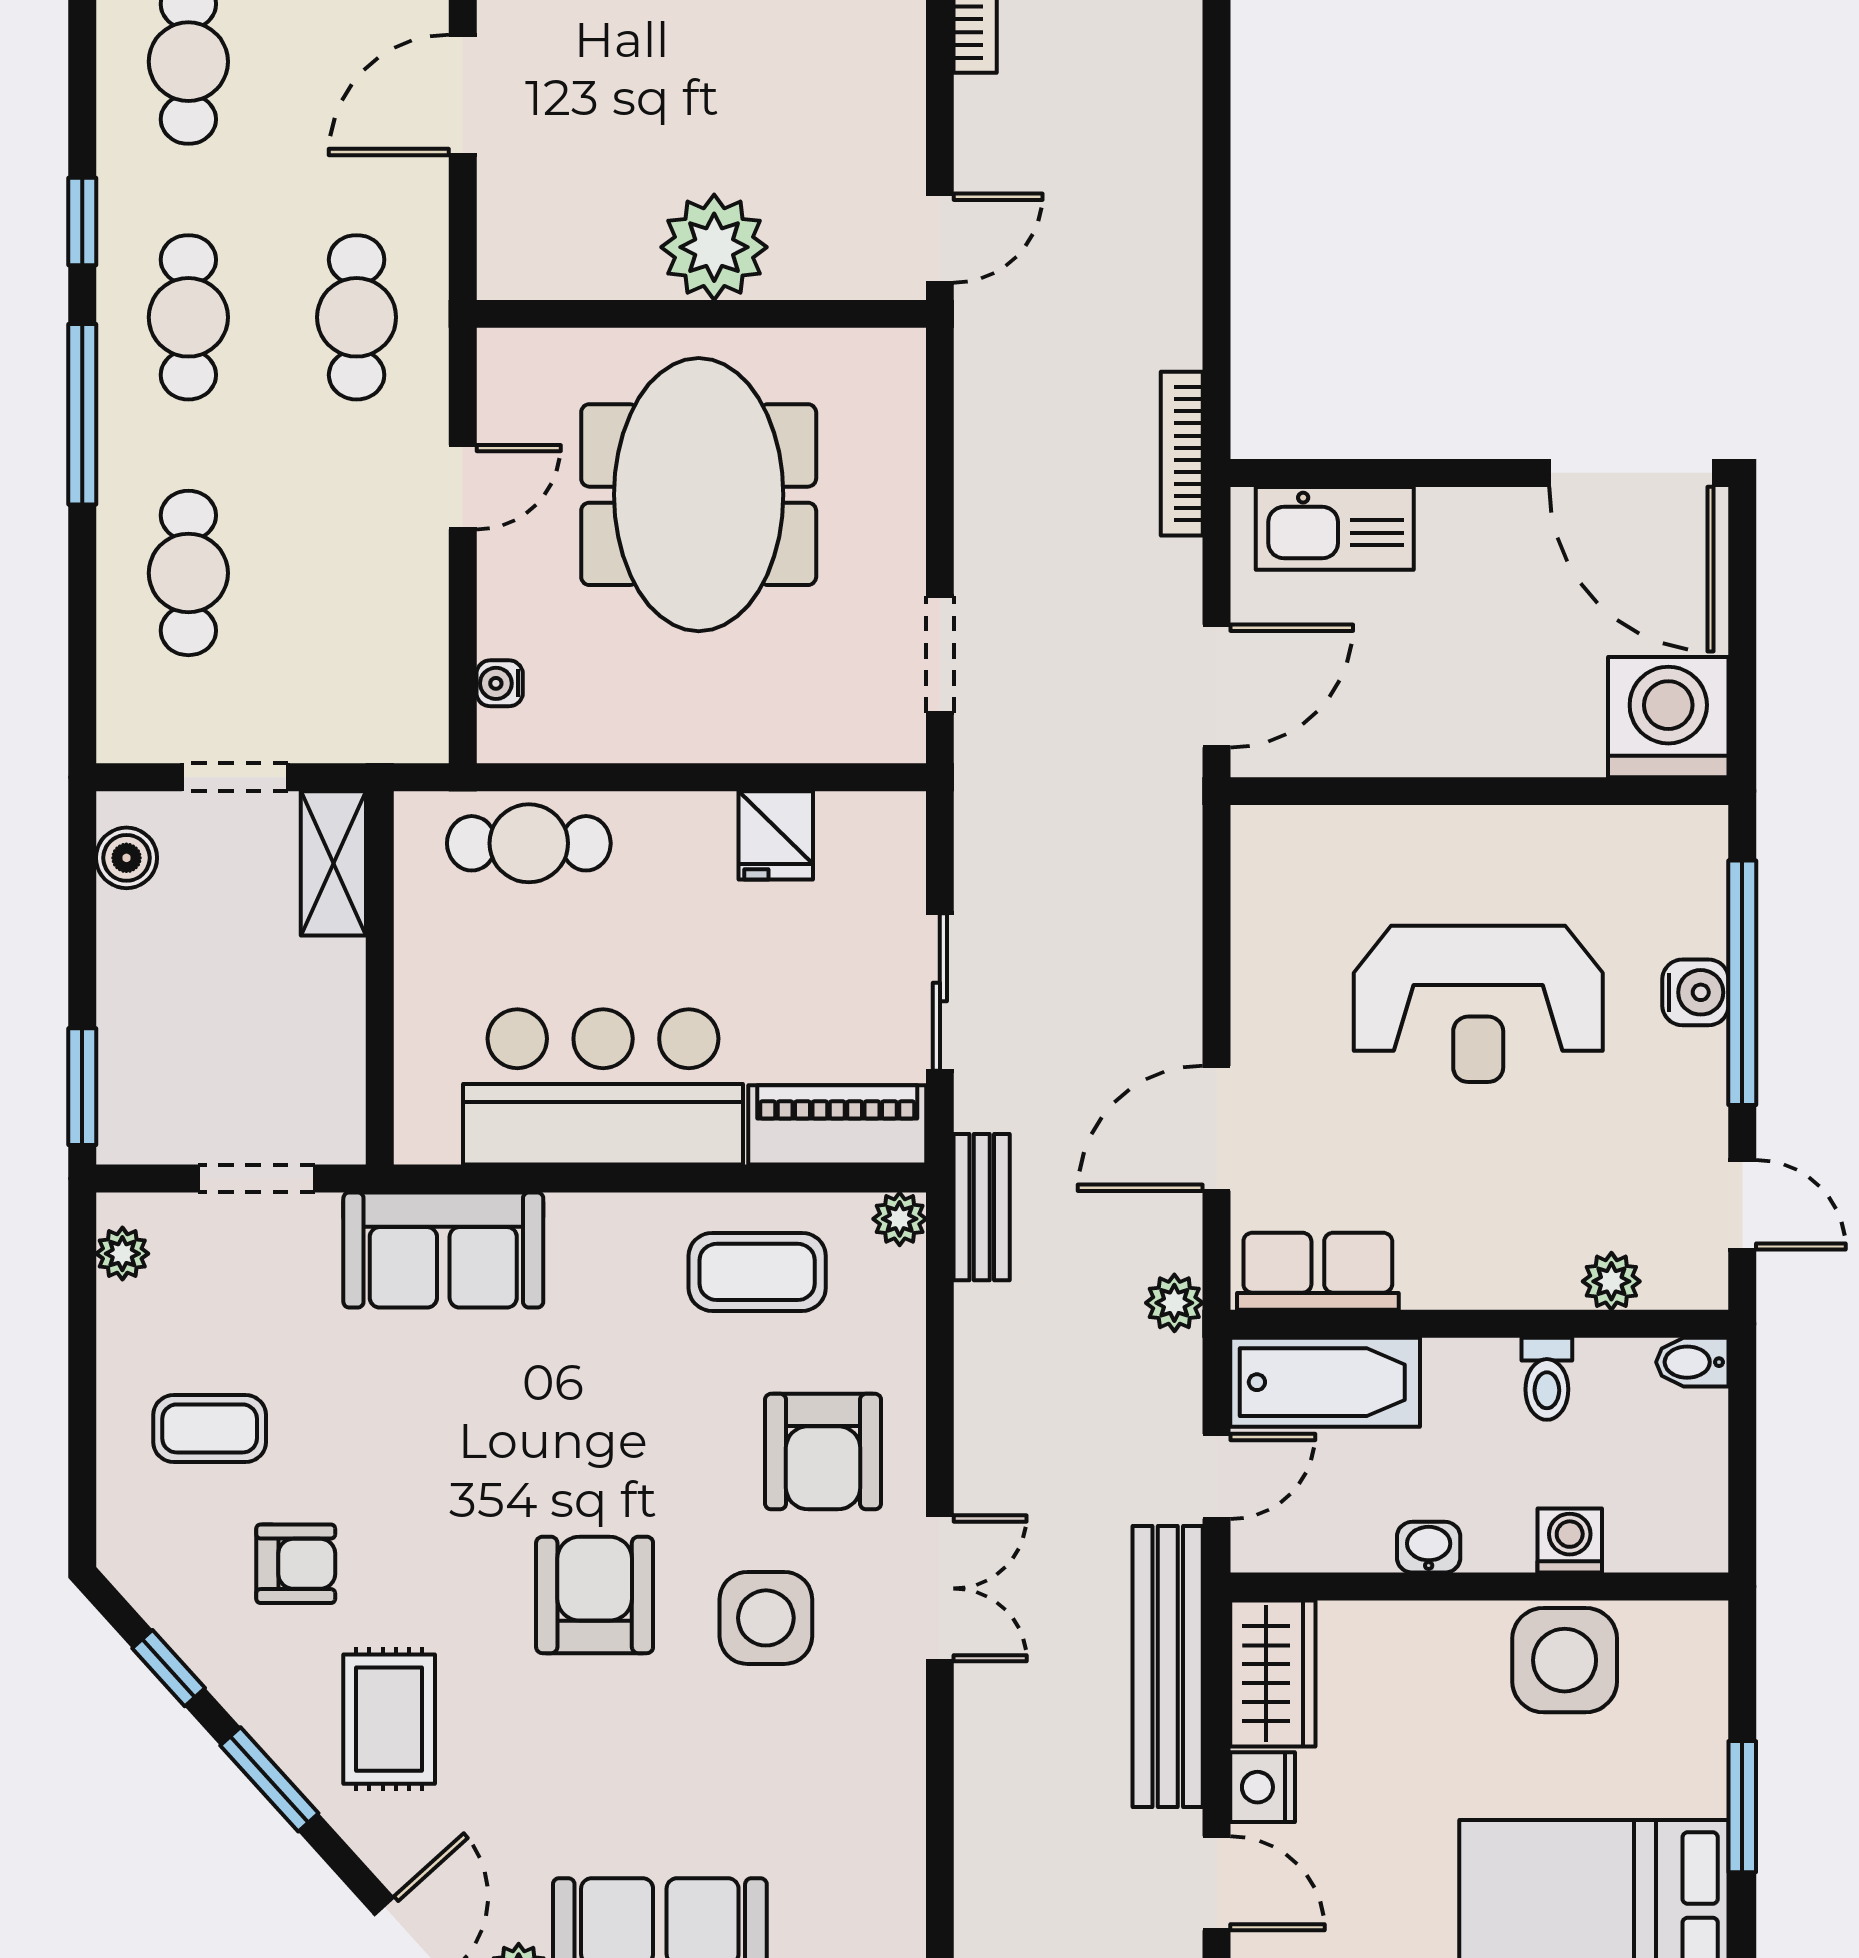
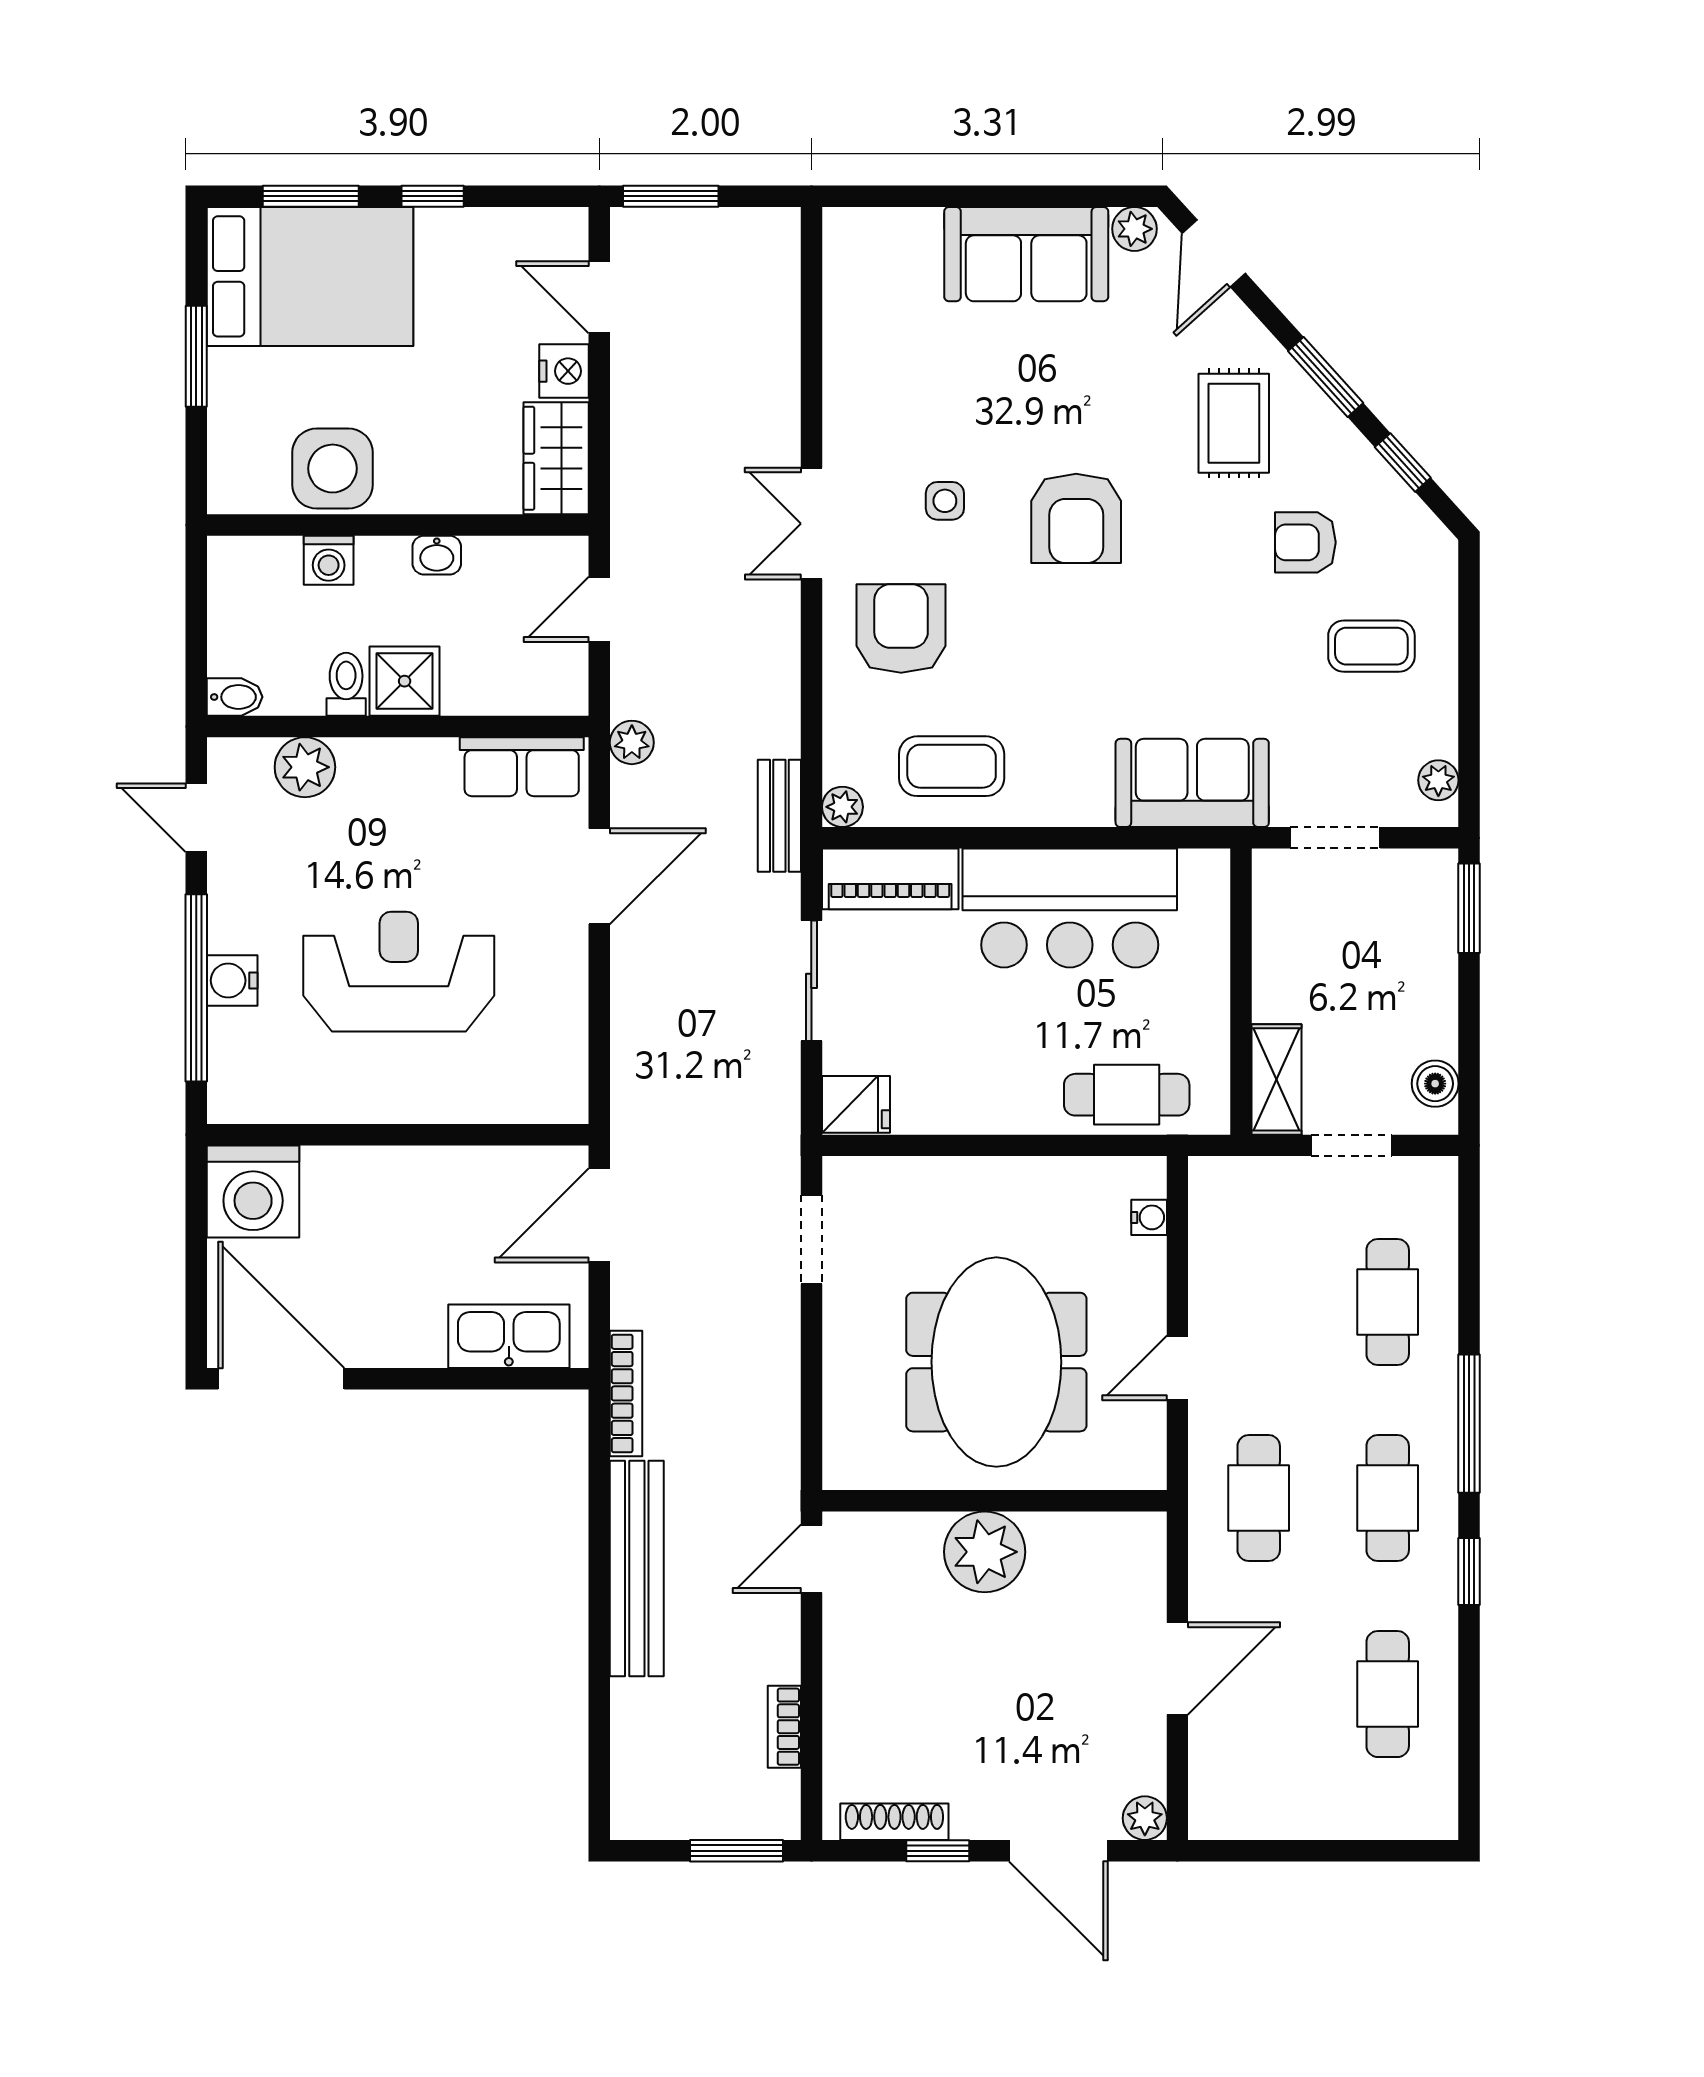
fridge: (776, 835) -> (856, 1104), moved, turned 90
plant: (1611, 1281) -> (305, 767), width x1.38, depth x1.38
bathtub: (1325, 1382) -> (516, 682), removed
shower: (1471, 1383) -> (405, 681), added
side table: (766, 1618) -> (945, 501), width x0.54, depth x0.54
bench: (1168, 1667) -> (637, 1568), moved

